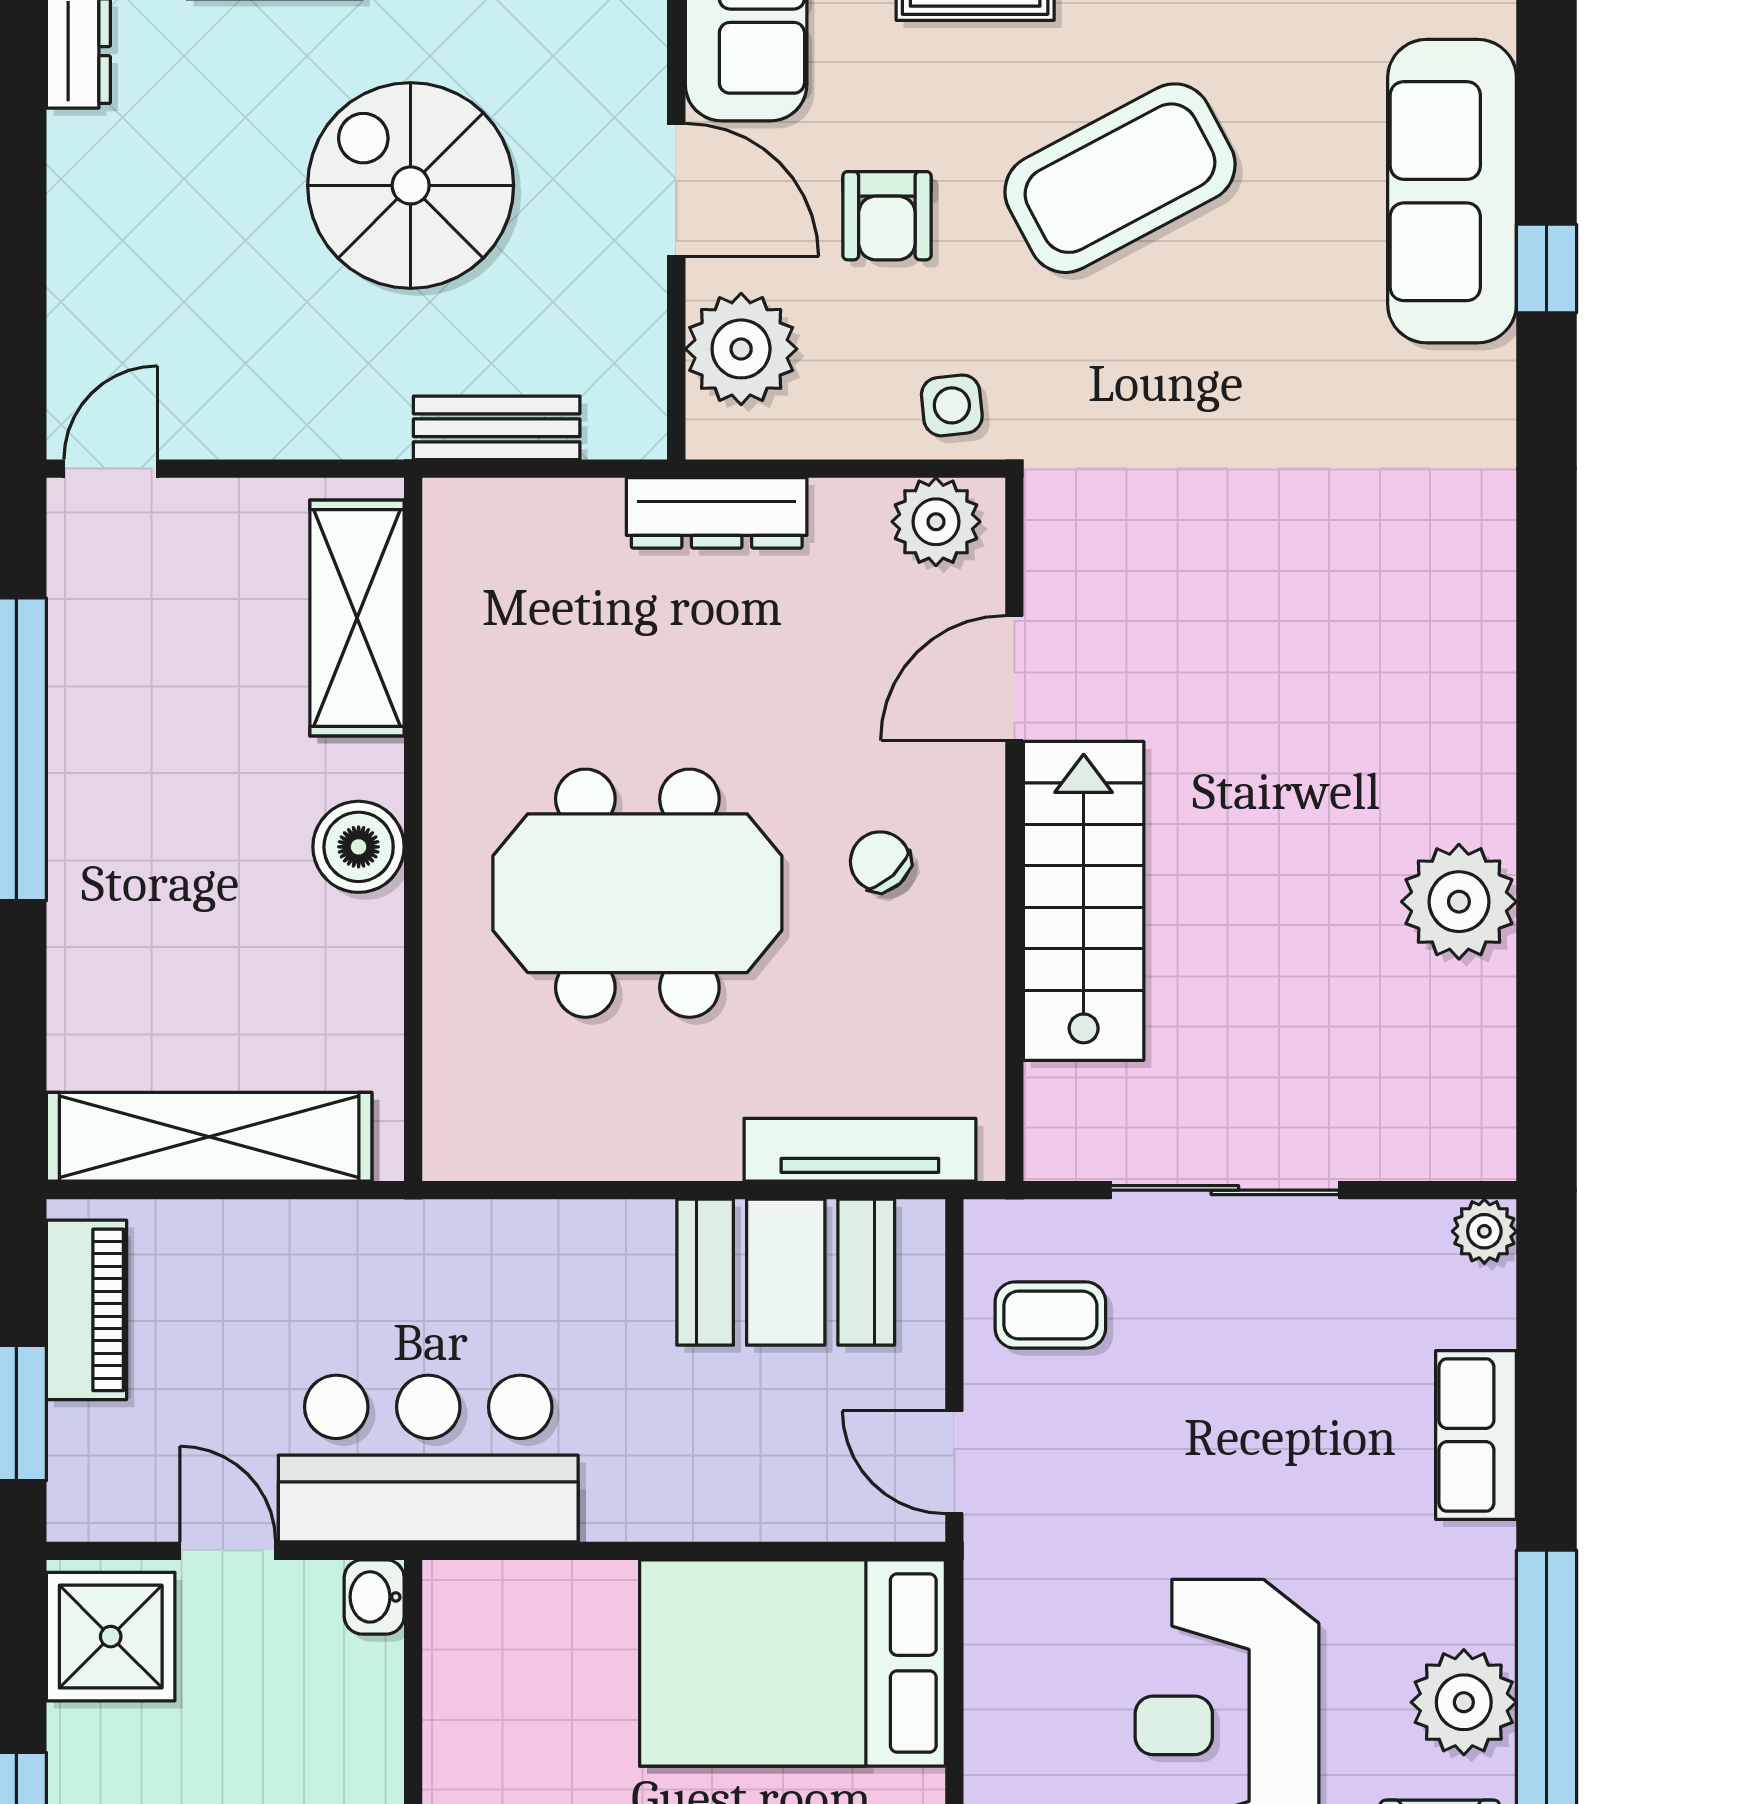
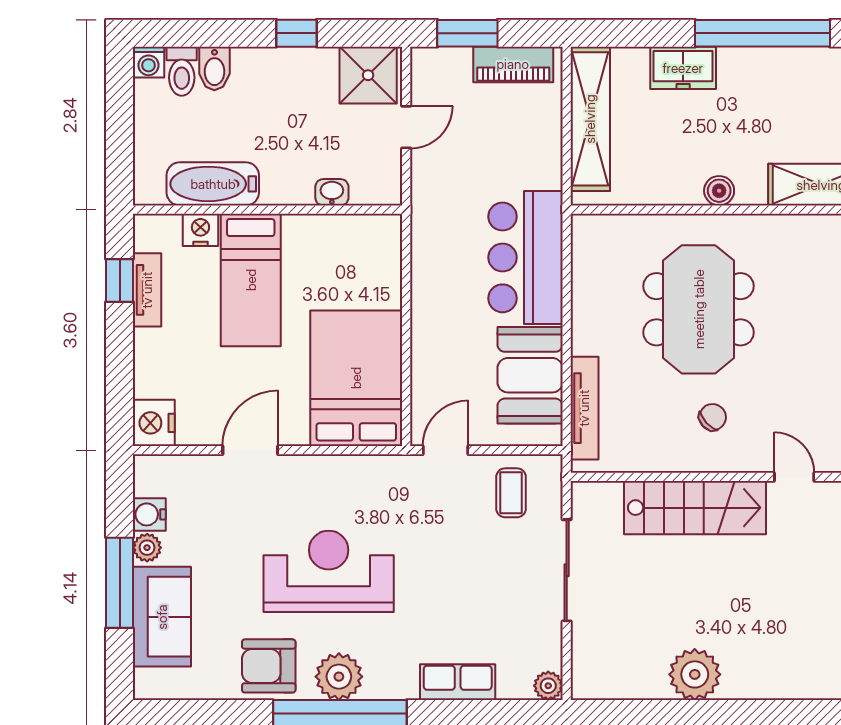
door: (1014, 678) -> (794, 477), width x0.73
boiler: (359, 847) -> (719, 191), width x0.73, depth x0.73
freezer: (94, 928) -> (683, 68), added
bar counter: (428, 1458) -> (525, 257), moved, turned 180
washbasin: (374, 1597) -> (332, 192), moved

